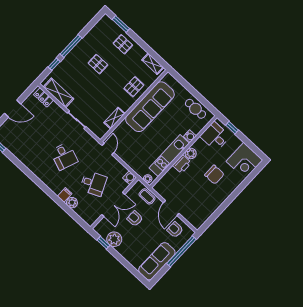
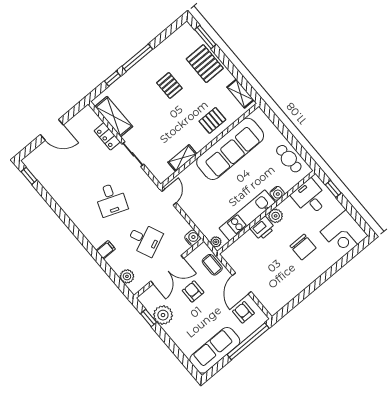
pallet: (123, 44) -> (205, 64), width x1.50, depth x1.42
locker: (44, 97) -> (107, 136), moved
plant: (72, 203) -> (127, 276), moved

